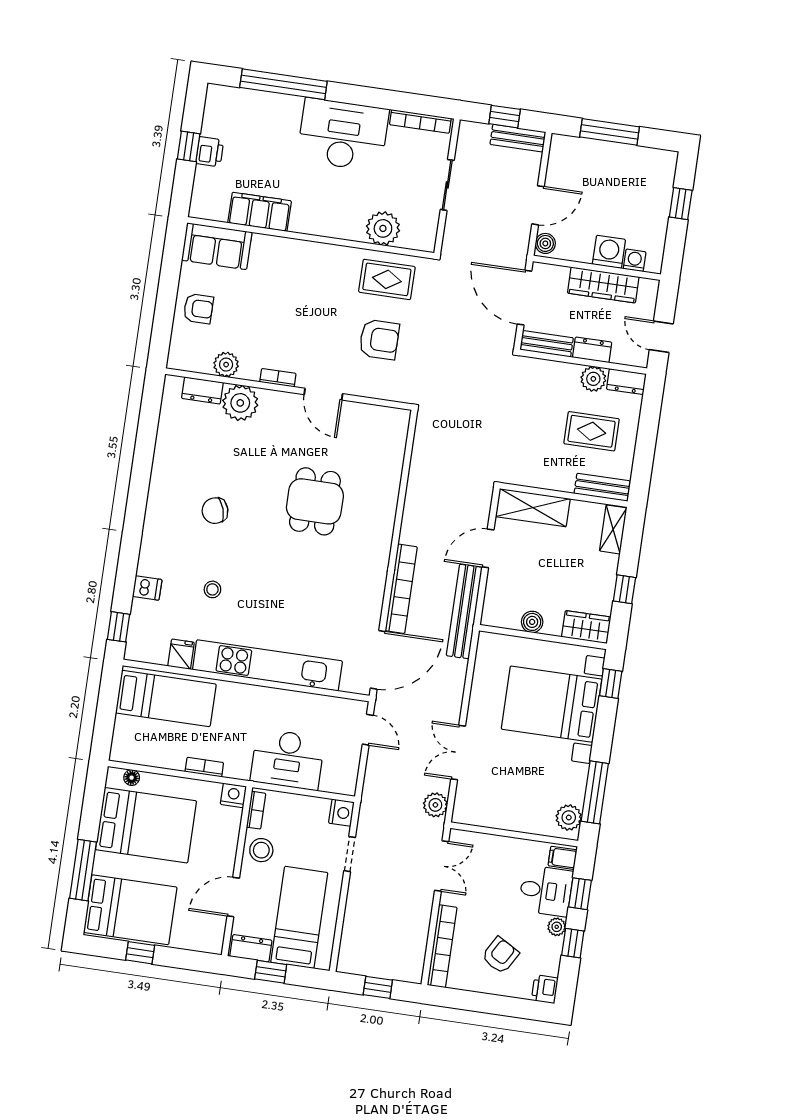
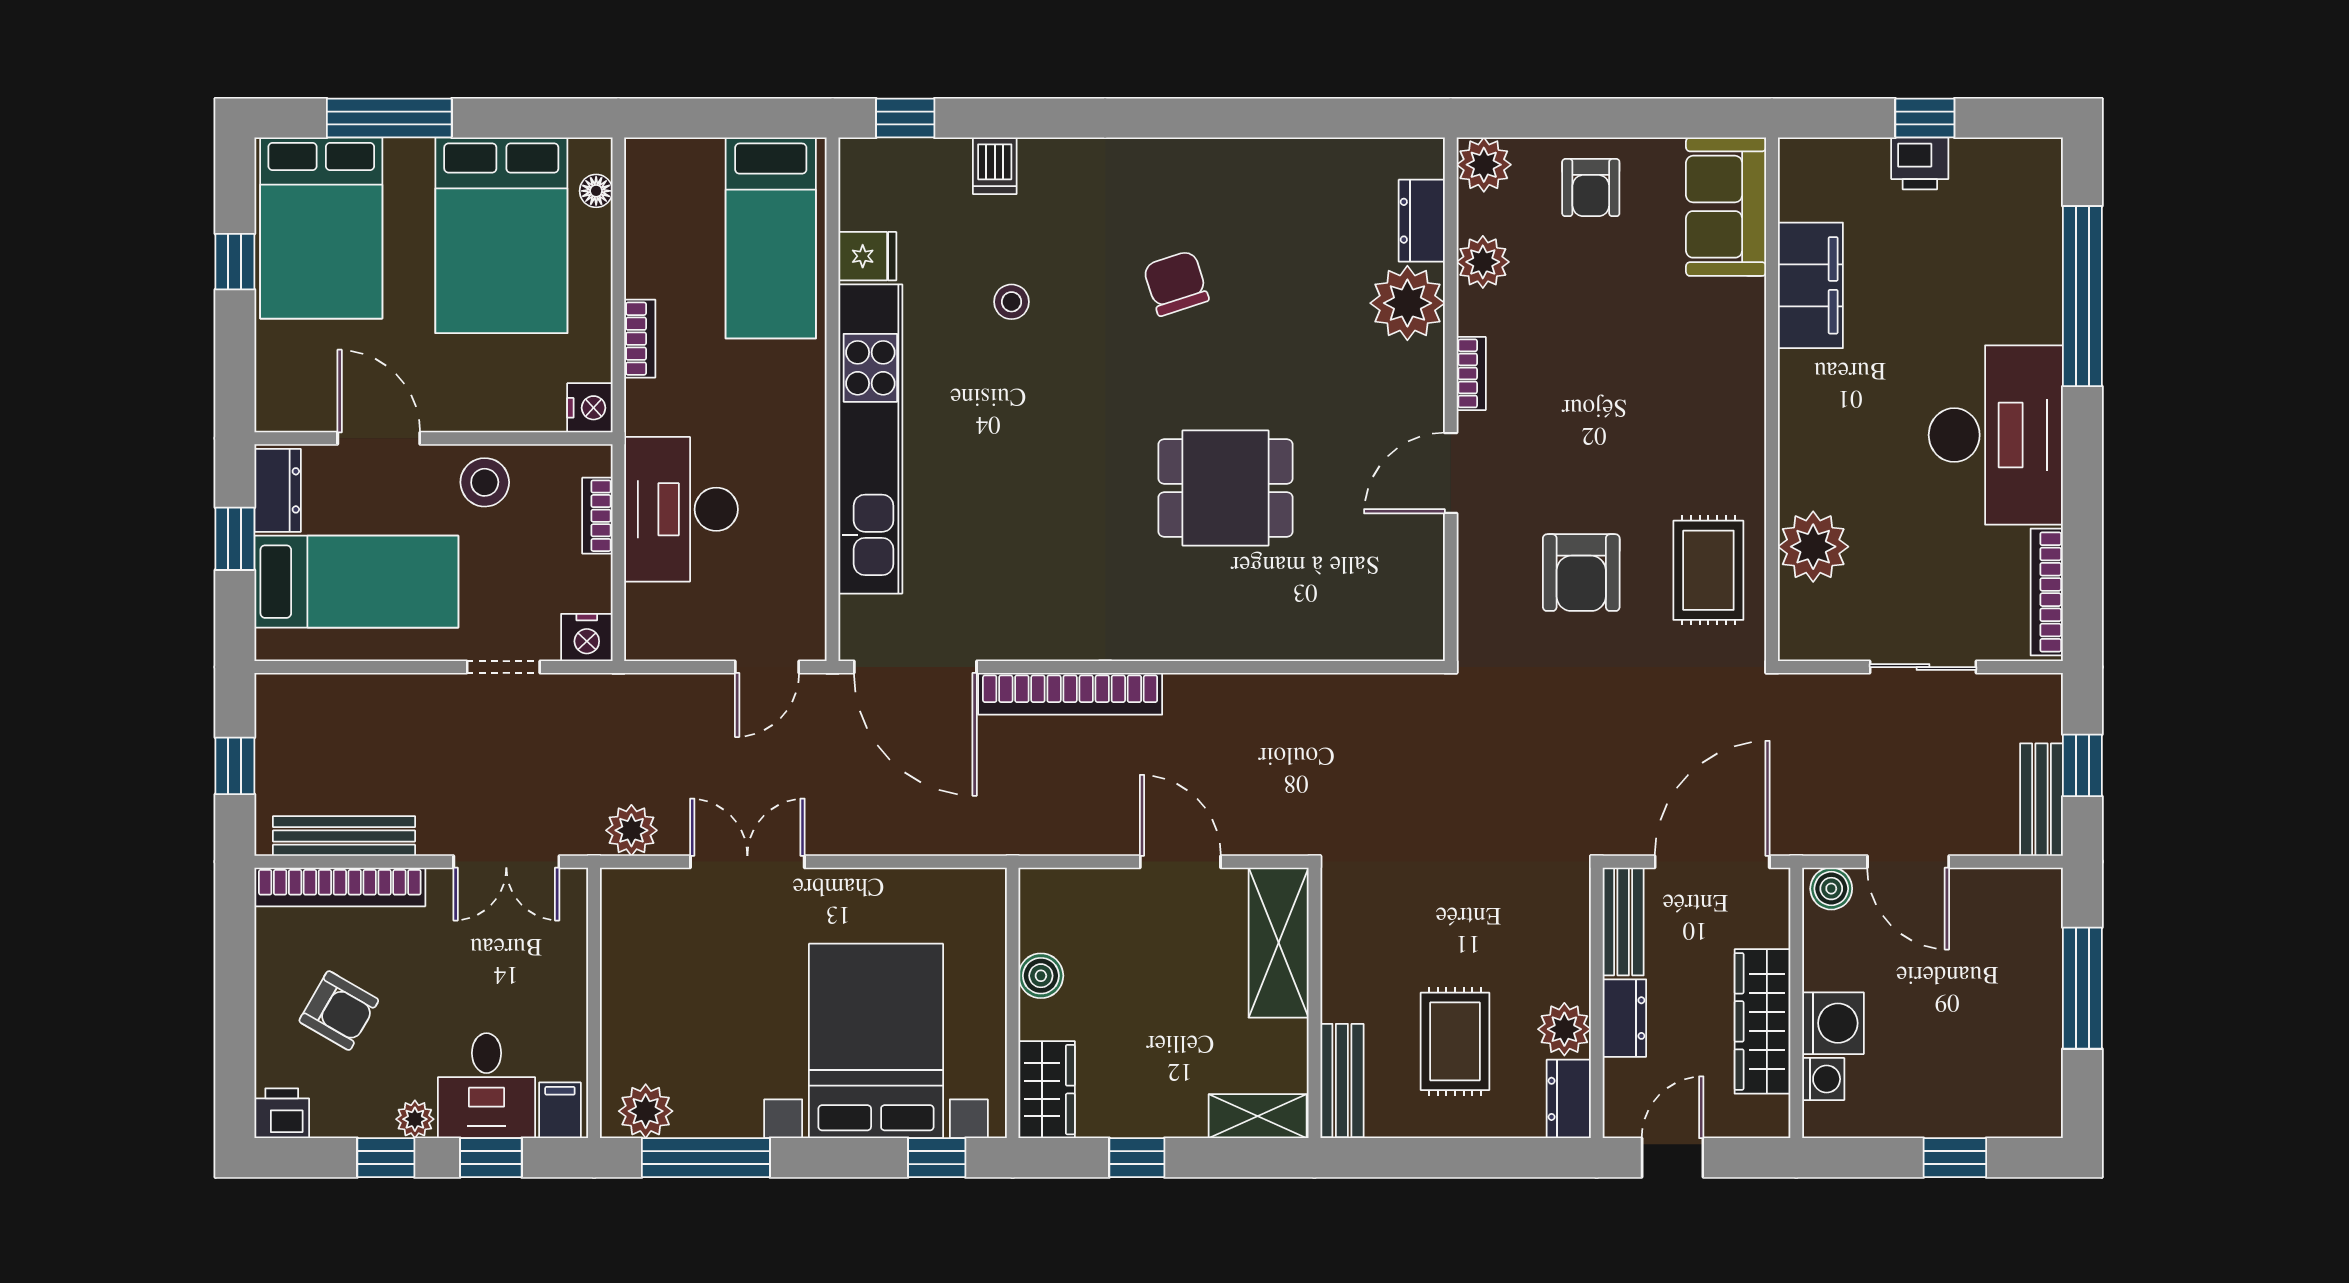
plant: (180, 357) -> (1484, 165), added
bench: (464, 612) -> (344, 836), moved, width x0.73, depth x0.82
bookcase: (256, 810) -> (597, 516), moved, turned 90

